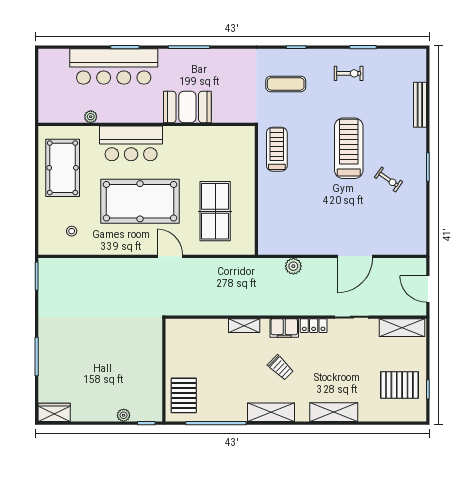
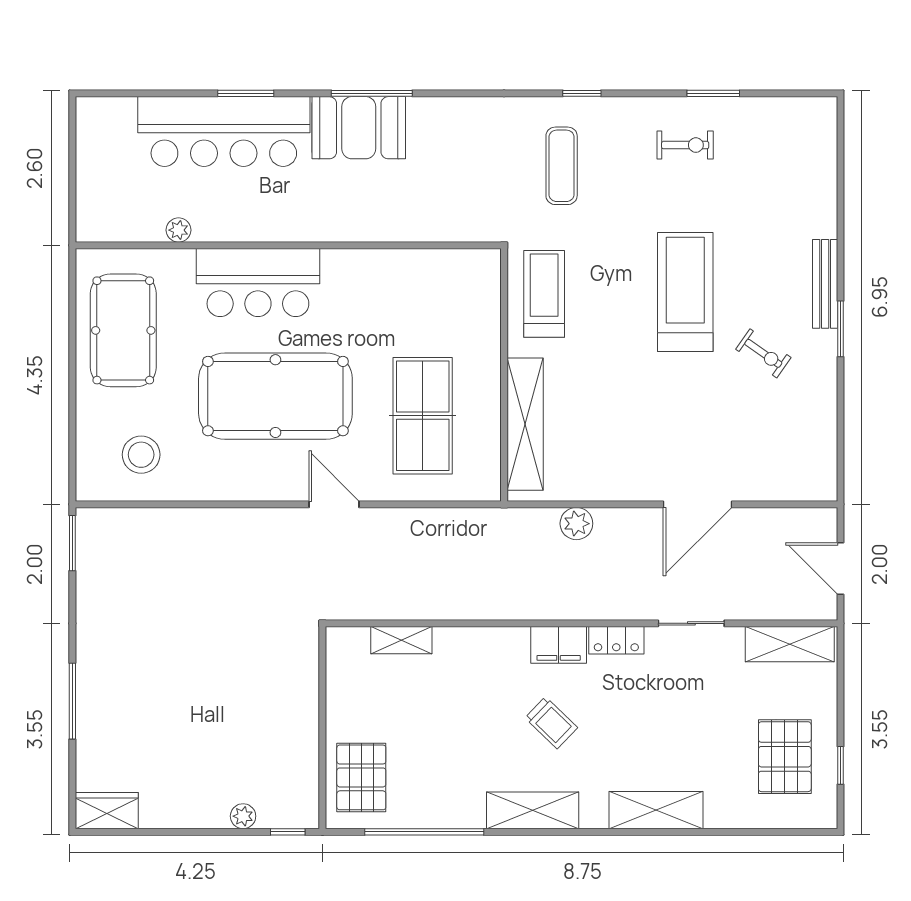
exercise mat: (286, 84) -> (562, 166), turned 90
bench: (420, 105) -> (825, 284), moved
booth: (187, 107) -> (359, 128), moved
shelving: (267, 216) -> (525, 424), added
stool: (72, 231) -> (141, 455), width x1.89, depth x1.89
shelving: (244, 326) -> (401, 640), moved
pallet: (399, 385) -> (785, 757), turned 90

